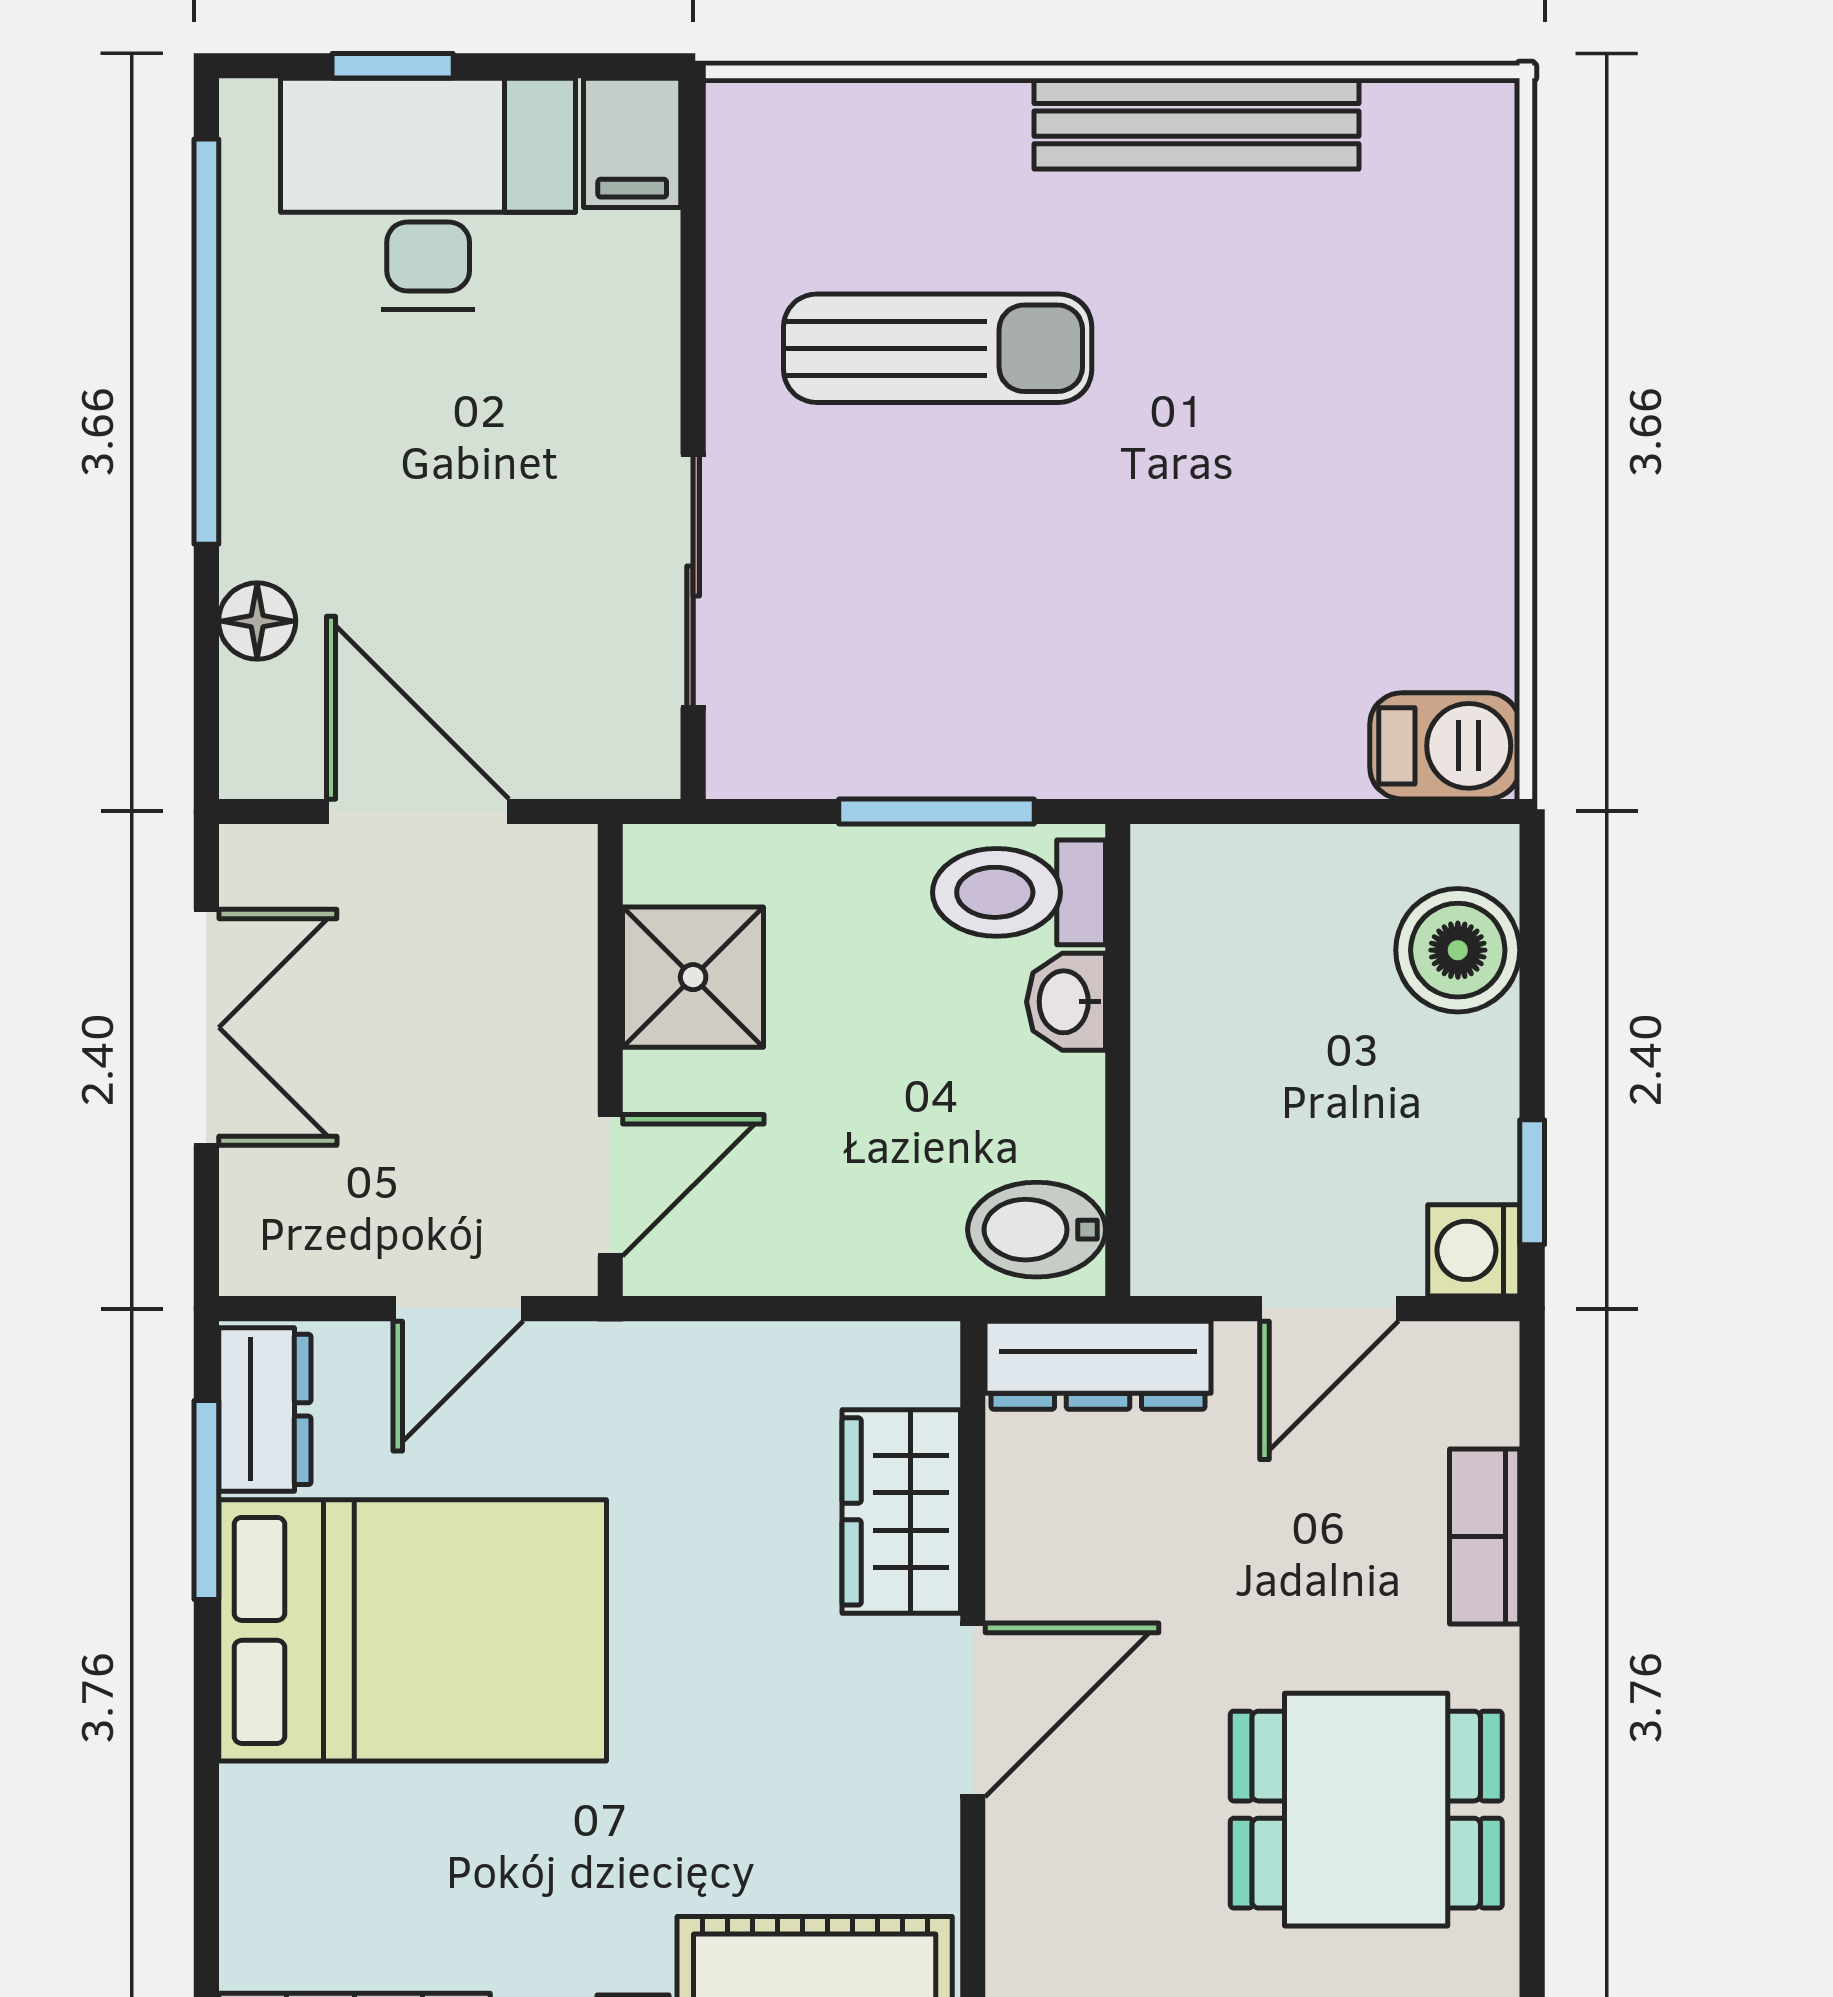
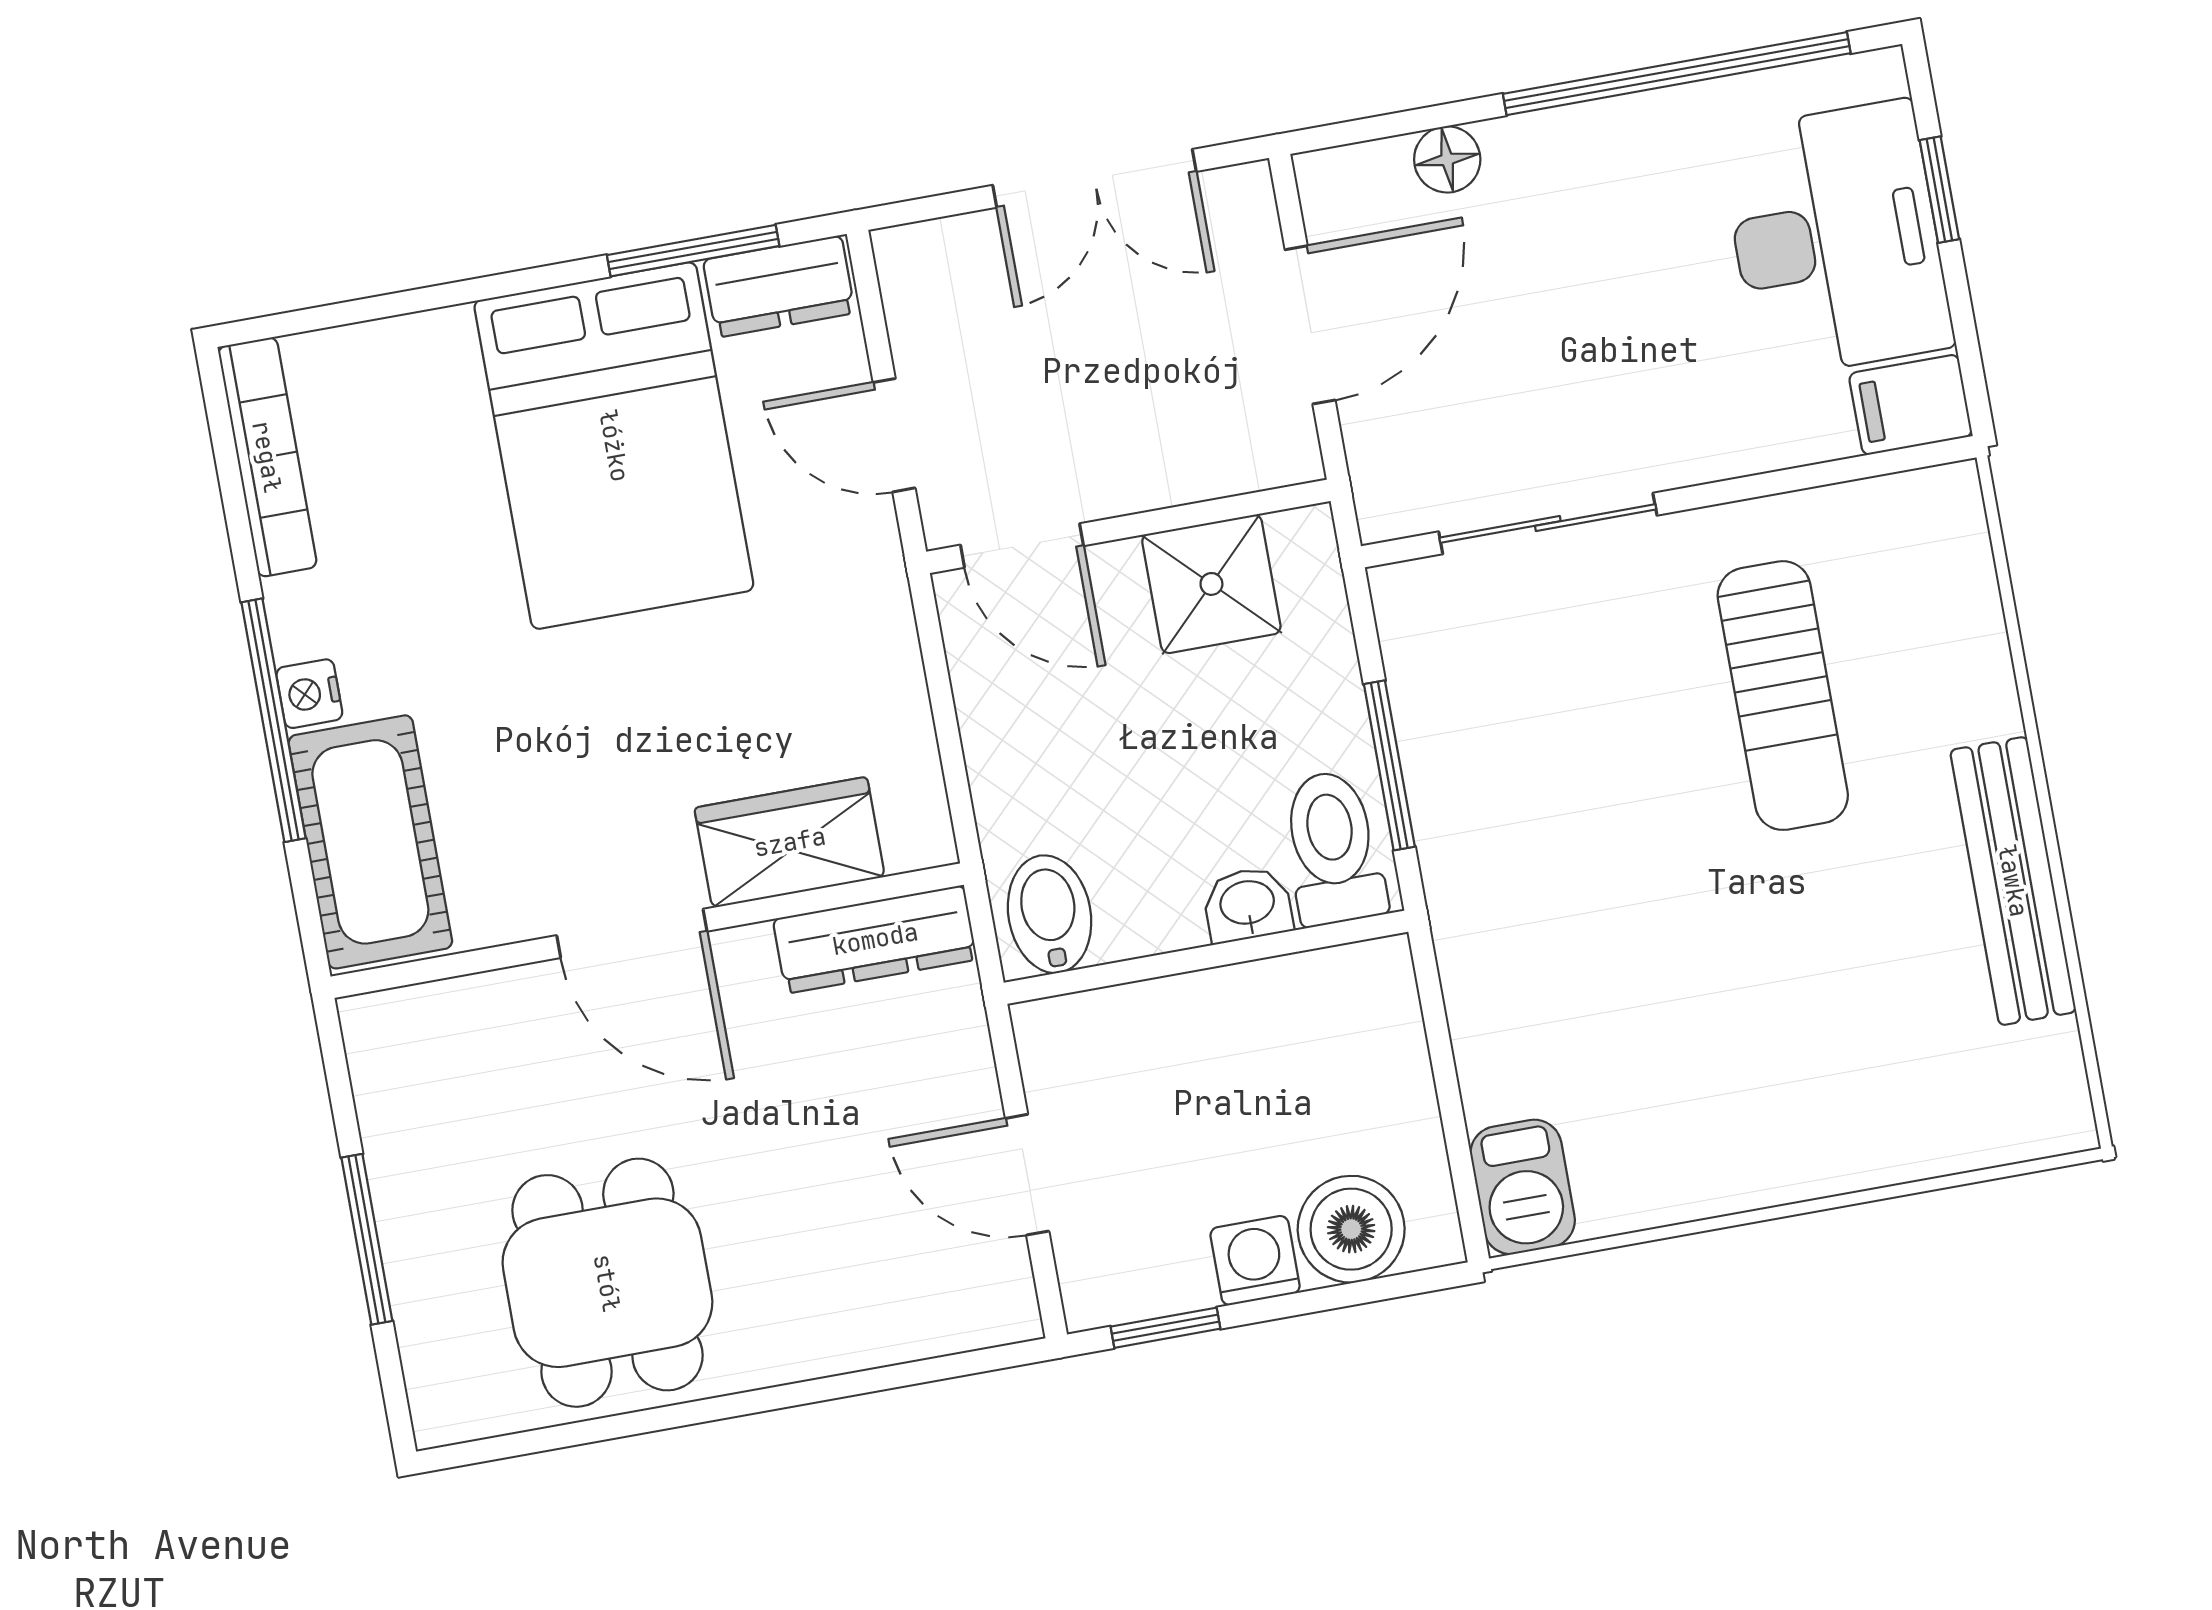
washing machine: (1474, 1250) -> (1255, 1261), moved
dresser: (1098, 1365) -> (875, 939), moved, turned -90
bookcase: (1485, 1537) -> (857, 1342), removed

